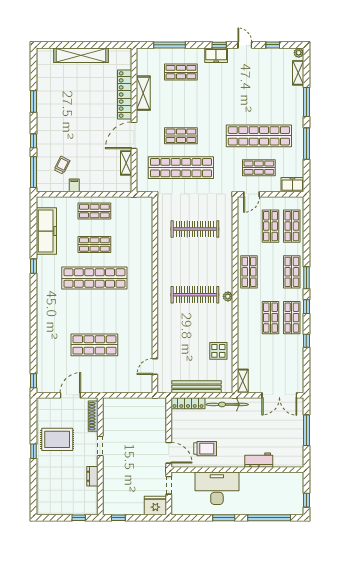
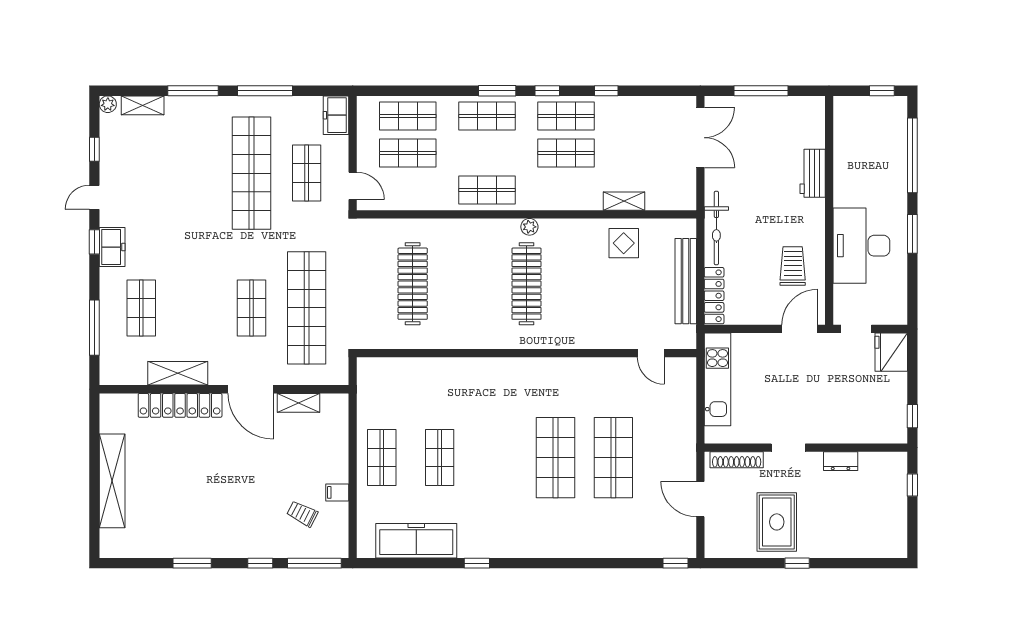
shop shelf: (94, 278) -> (555, 458), moved, width x0.71
shelving: (243, 381) -> (624, 201), moved
kitchen unit: (140, 405) -> (717, 379), added

